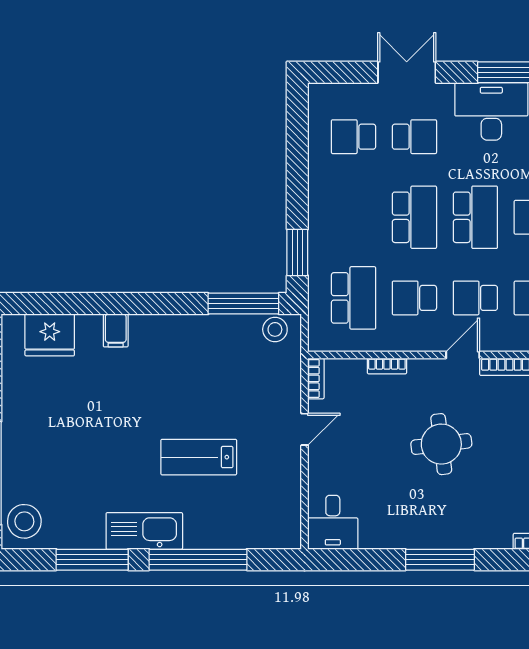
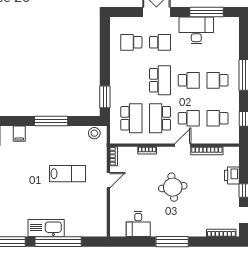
school desk: (475, 217) -> (189, 80), width x0.54
school desk: (414, 298) -> (160, 118), width x1.85
school desk: (475, 298) -> (189, 118), turned 180
window: (243, 304) -> (51, 121), moved
lab bench: (199, 457) -> (68, 174), moved, turned 180
desk: (333, 522) -> (138, 224), moved
kitchen sink: (144, 531) -> (46, 228), moved

